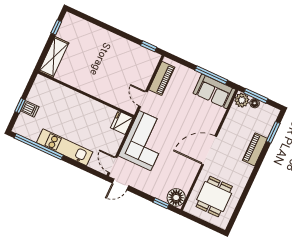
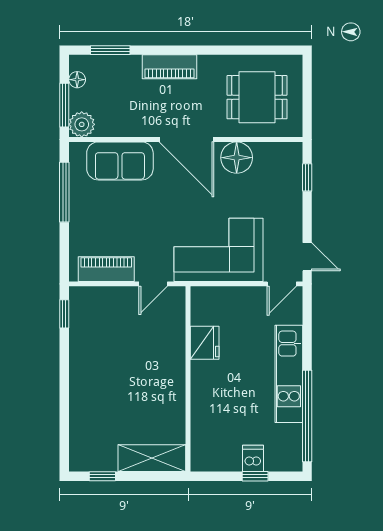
sofa: (214, 91) -> (120, 161), moved, turned 90
floor lamp: (255, 103) -> (77, 80), moved
fridge: (122, 123) -> (205, 343), moved, turned -90
piano: (255, 149) -> (170, 67), moved
floor lamp: (176, 197) -> (237, 158), moved

